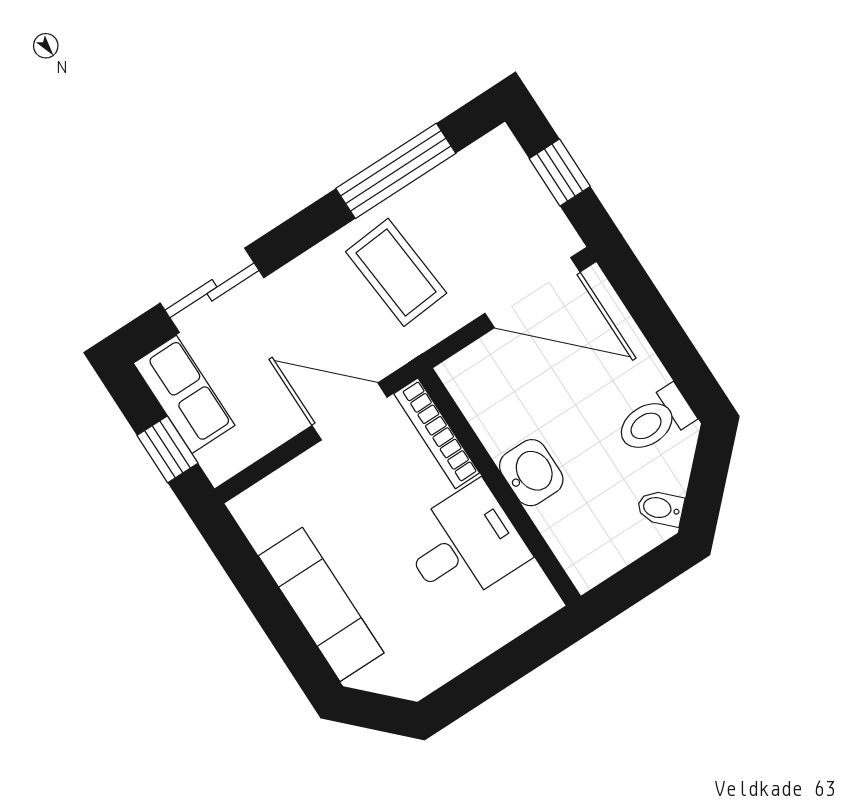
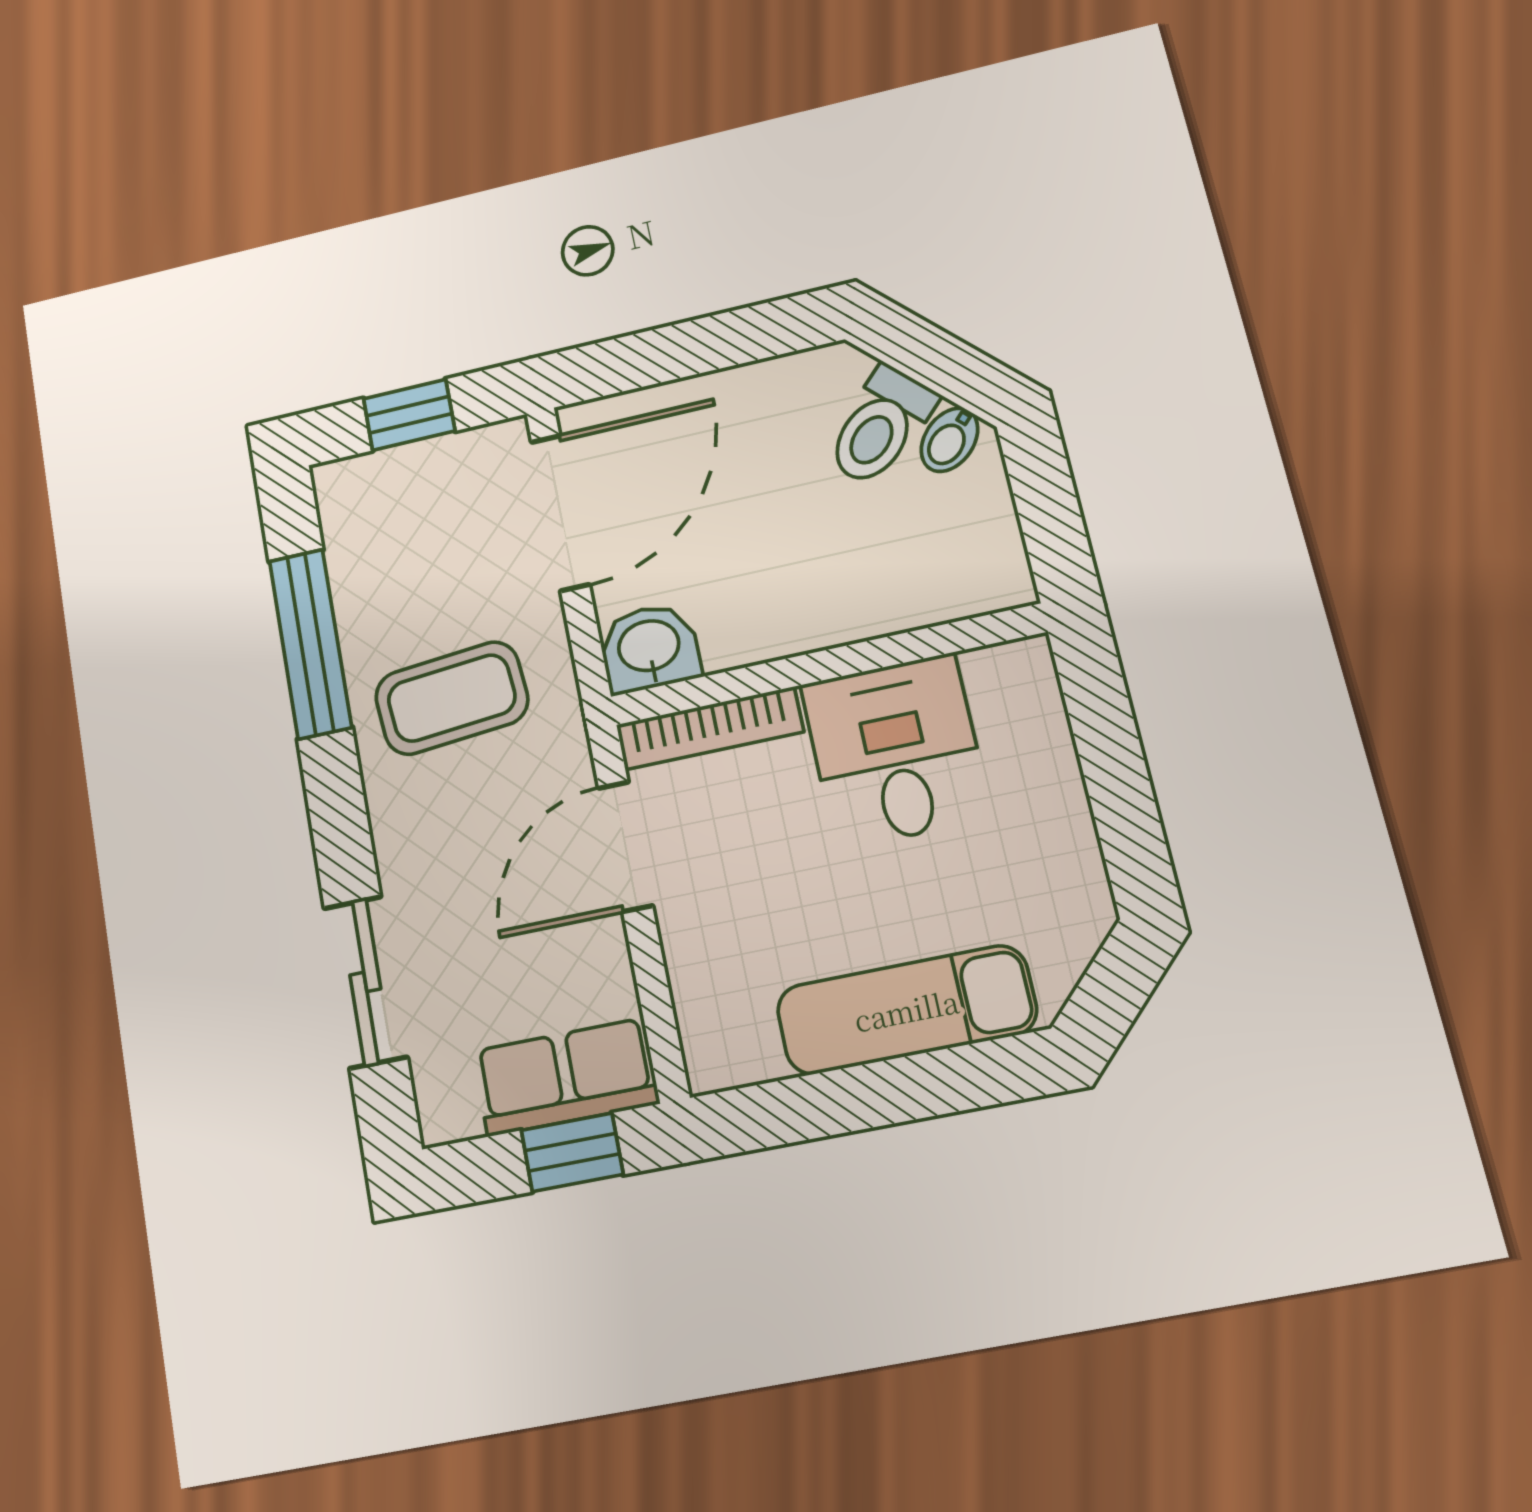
row of seats: (184, 394) -> (566, 1077), moved
toilet: (655, 420) -> (880, 426), moved, turned 45
washbasin: (531, 473) -> (649, 648), moved

